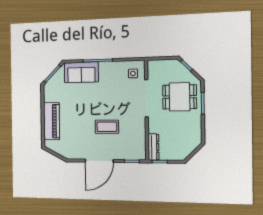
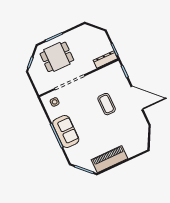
sofa: (81, 72) -> (66, 131), moved
dining table: (180, 97) -> (57, 57), turned 90
piano: (52, 121) -> (110, 159), moved

